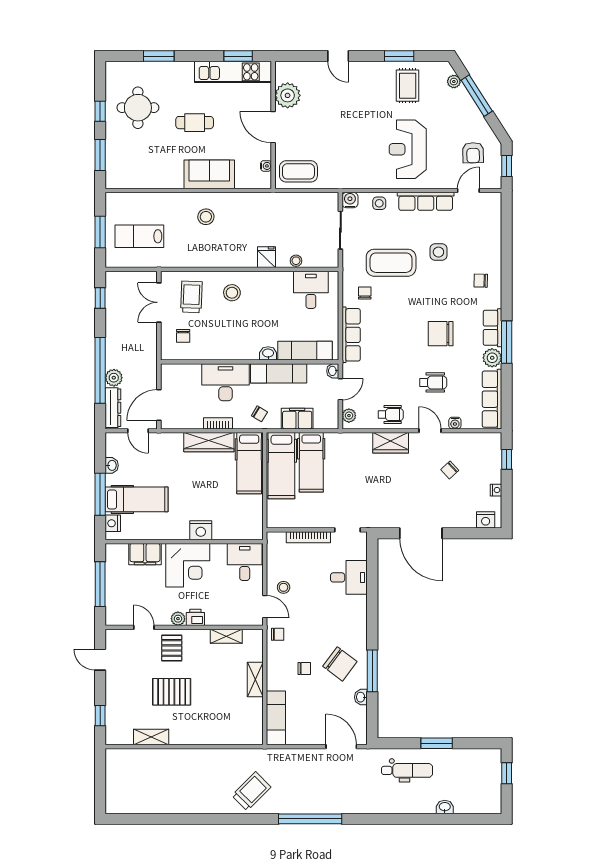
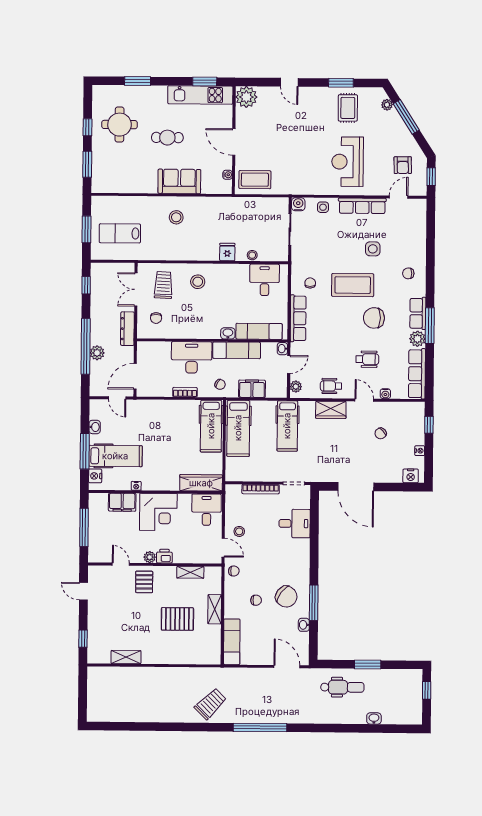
plant: (288, 95) -> (246, 97), moved
coffee table: (391, 263) -> (353, 285), moved
dresser: (113, 408) -> (127, 329), moved, turned 180
wheelchair: (391, 415) -> (331, 386), turned 180
wardrobe: (209, 442) -> (201, 483), moved, turned 180
hospital bed: (311, 462) -> (287, 426), moved
nightstand: (201, 530) -> (136, 486), moved, width x0.53, depth x0.56
pallet: (172, 692) -> (177, 619), moved

